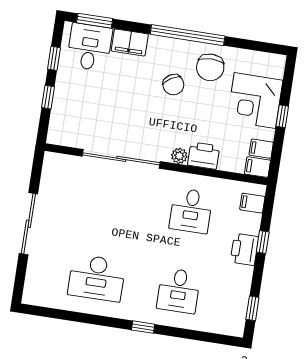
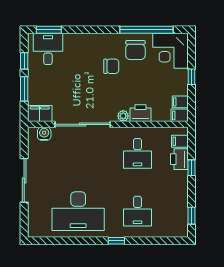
window: (188, 35) -> (147, 30), moved
filing cabinet: (130, 42) -> (40, 114), moved, turned 180
chair: (173, 85) -> (111, 66), turned -59
window: (48, 97) -> (24, 89), width x1.50
corner desk: (255, 101) -> (171, 51), moved
water cooler: (66, 164) -> (44, 134), added
printer: (244, 249) -> (179, 159), moved
desk: (97, 278) -> (78, 211), width x1.36, depth x1.30

